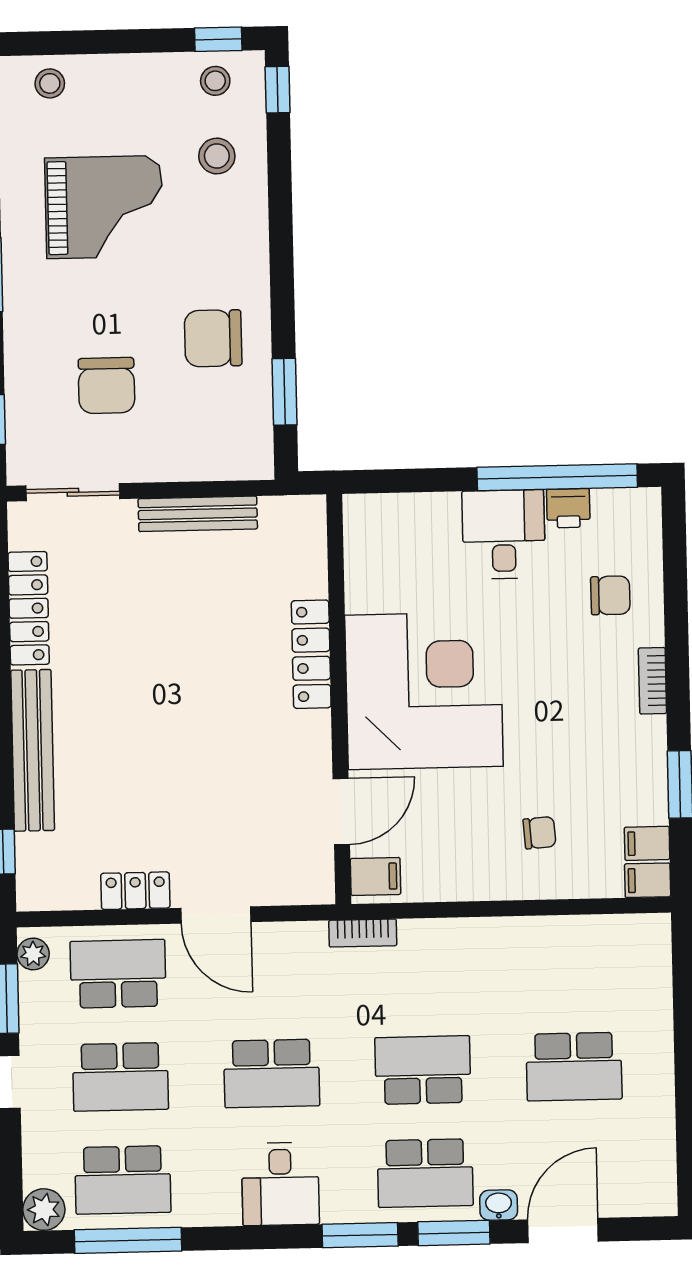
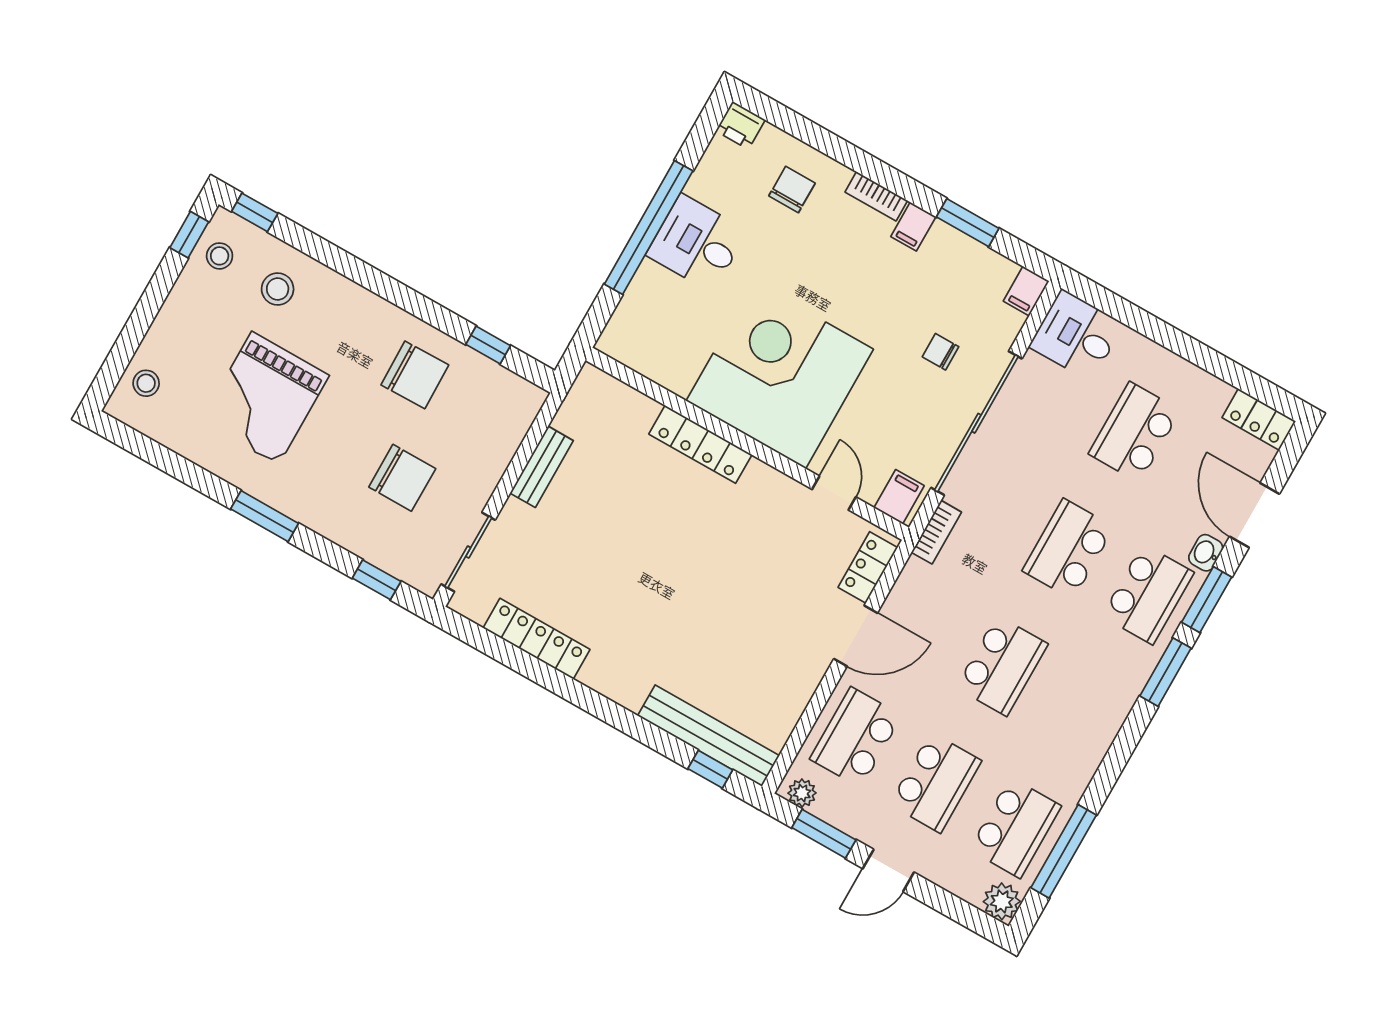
grand piano: (104, 207) -> (265, 398), turned 180
chair: (213, 338) -> (415, 375), turned -91
window: (284, 392) -> (488, 345), width x0.67
window: (557, 477) -> (649, 228), moved
printer: (568, 508) -> (740, 125), moved, turned 90
bench: (198, 514) -> (542, 467), width x0.73
bench: (33, 750) -> (709, 736), moved
door: (341, 811) -> (834, 493), width x0.73
chair: (539, 833) -> (941, 352), turned -86
filing cabinet: (647, 843) -> (913, 227), moved
locker: (135, 891) -> (868, 567), moved
sliding door: (491, 909) -> (976, 423), added
school desk: (574, 1067) -> (1135, 432), turned 180
locker: (658, 1179) -> (1259, 419), added
desk: (280, 1184) -> (1076, 335), moved, turned 180

